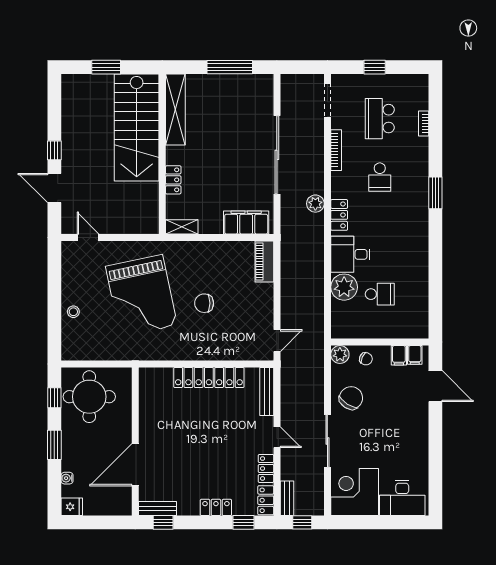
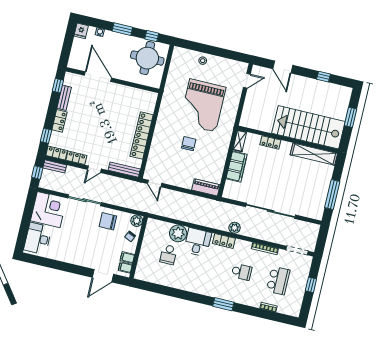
school desk: (380, 119) -> (278, 280), turned 90
window: (54, 150) -> (323, 77), moved
school desk: (380, 177) -> (242, 272), turned 180
door: (54, 188) -> (283, 67), swing flipped
filing cabinet: (246, 222) -> (237, 166), moved
grand piano: (141, 296) -> (203, 105), turned -78
chair: (351, 398) -> (108, 221), turned 147
bench: (158, 509) -> (64, 98), moved

